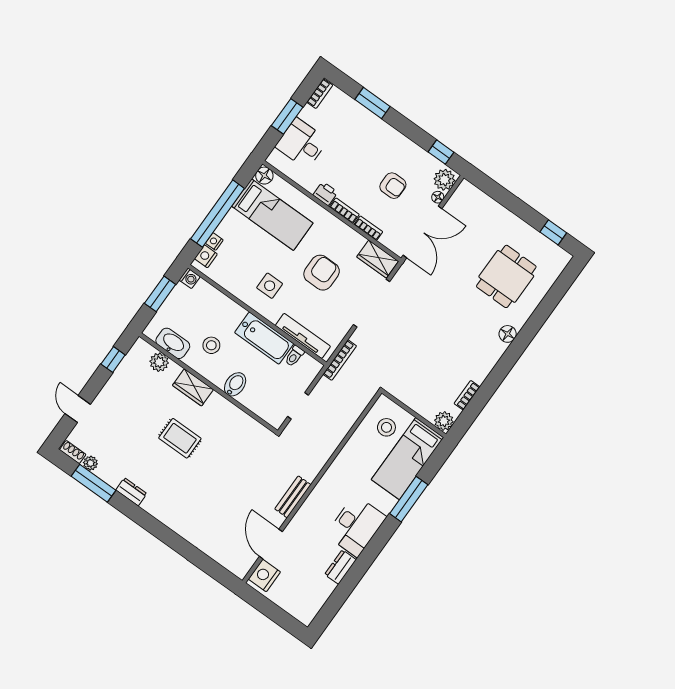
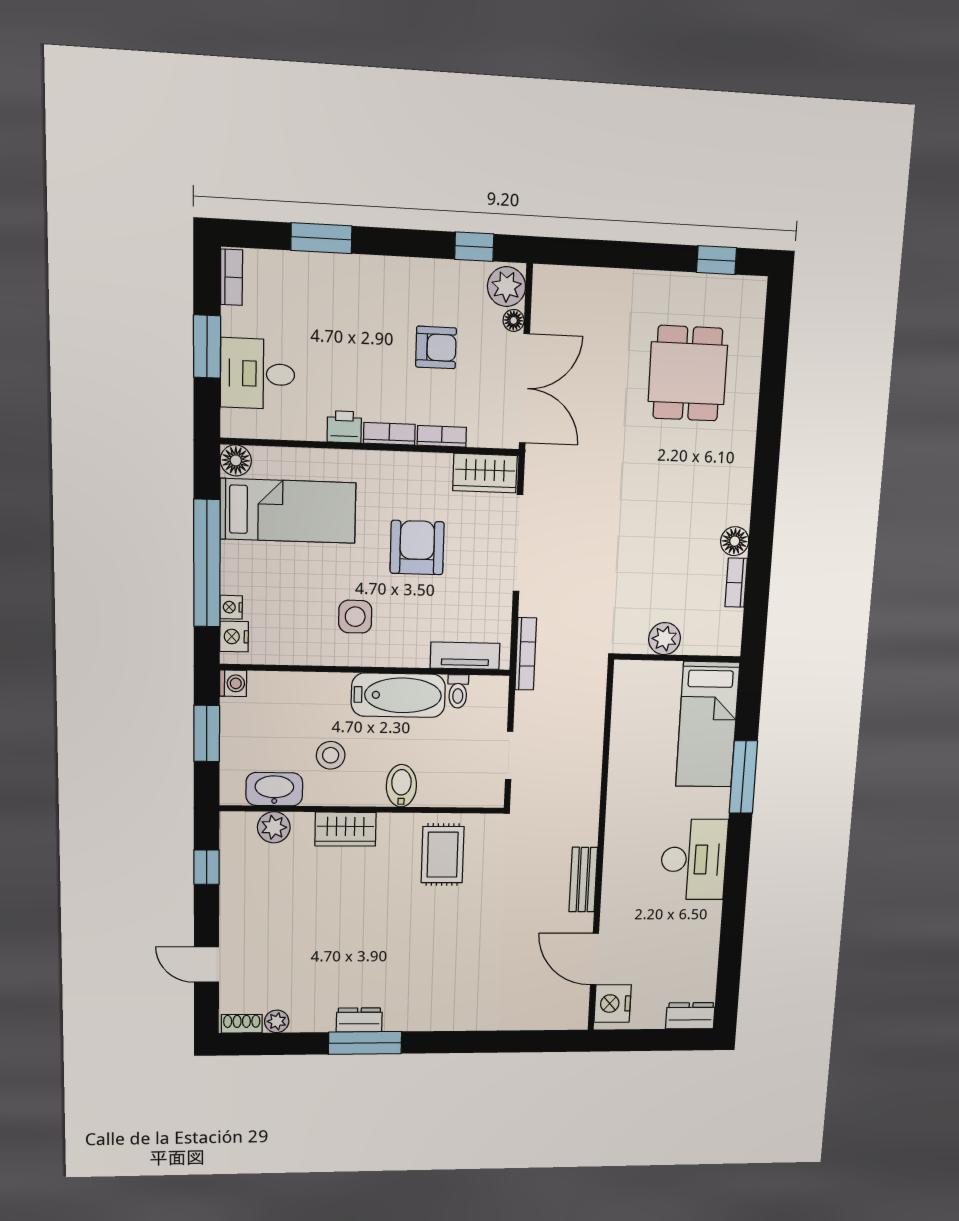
floor lamp: (508, 334) -> (735, 541), moved
tv unit: (303, 336) -> (465, 656), width x0.71
plant: (444, 421) -> (665, 639), moved
stool: (386, 427) -> (651, 702), removed
rug: (180, 438) -> (443, 855), moved, turned 90
window: (93, 483) -> (365, 1043), moved
dresser: (340, 567) -> (690, 1016), moved, turned 90

